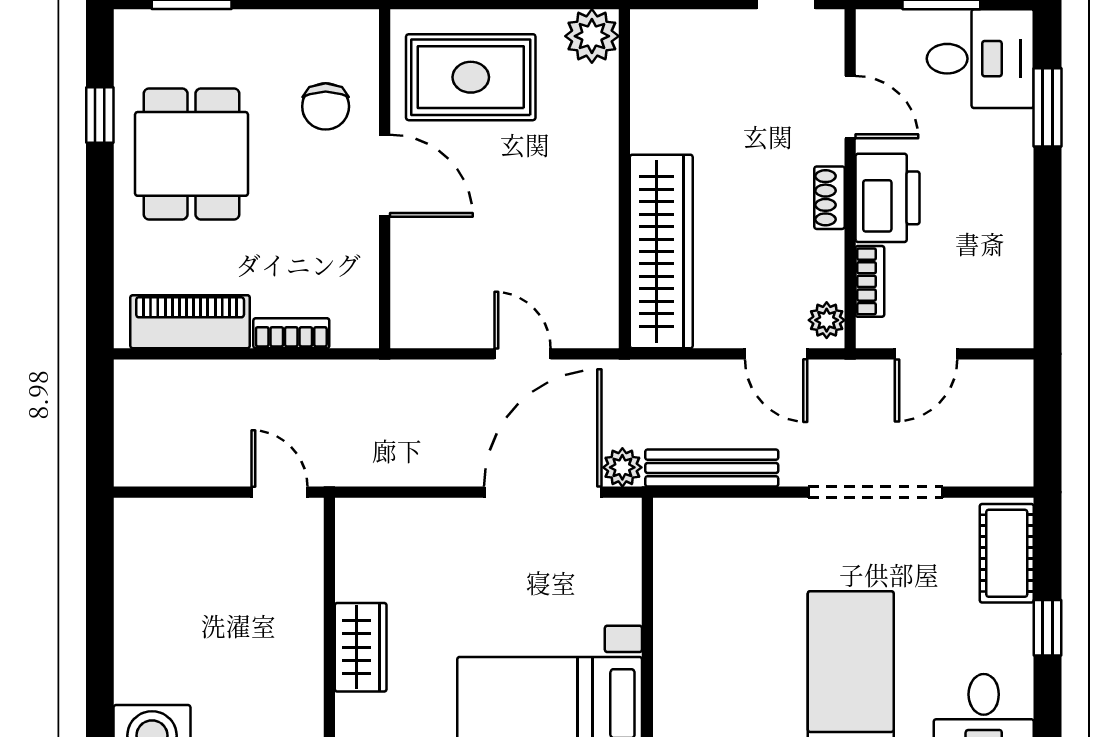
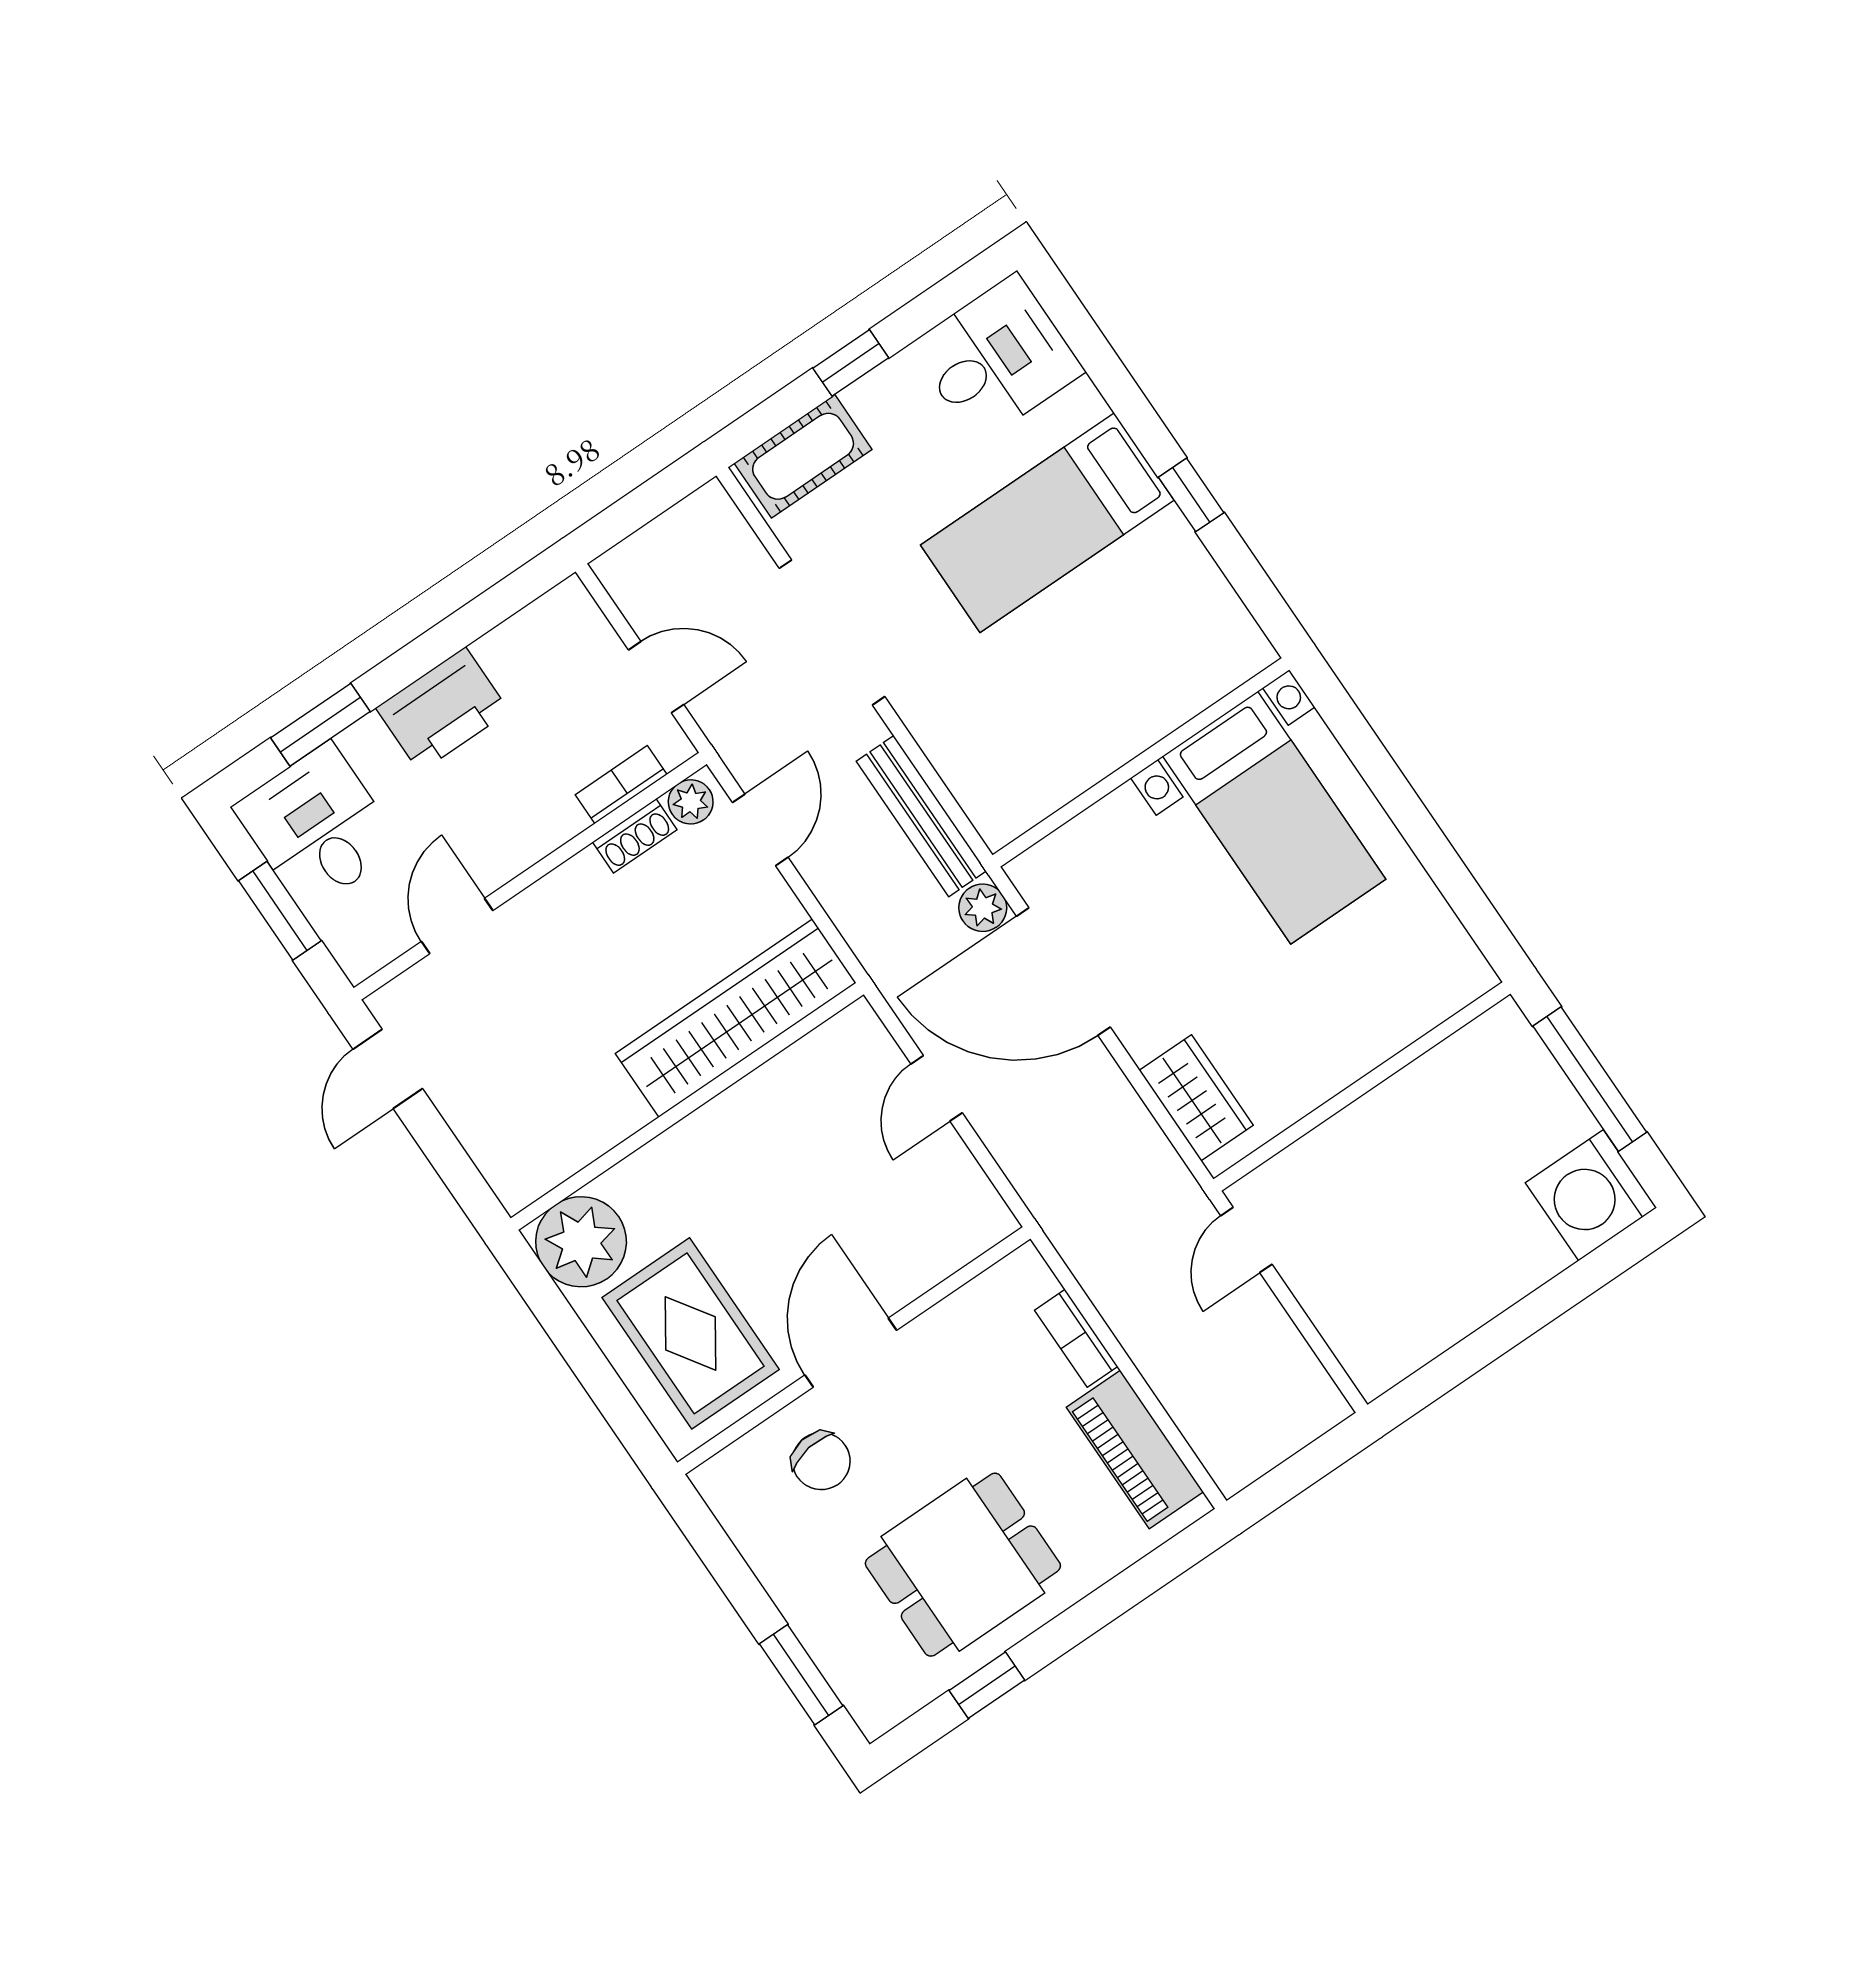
plant: (592, 36) -> (581, 1242), width x1.36, depth x1.36
chair: (326, 106) -> (821, 1461), turned 82
shoe rack: (829, 198) -> (635, 836), moved
printer: (888, 198) -> (443, 710), moved, turned 180
wardrobe: (361, 647) -> (1196, 1098), moved, turned 90

